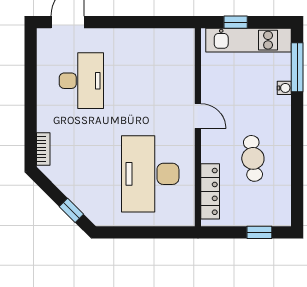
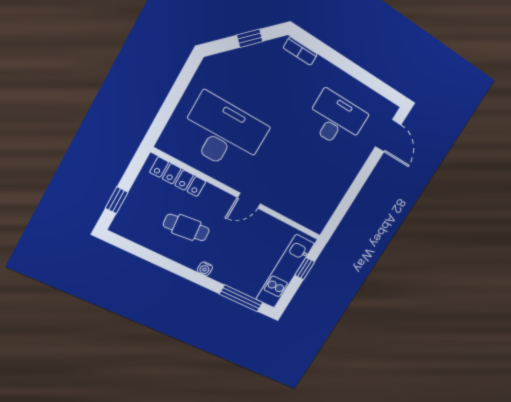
desk: (81, 81) -> (336, 120), turned 180
water cooler: (284, 88) -> (205, 269), moved
window: (71, 210) -> (250, 38), moved

